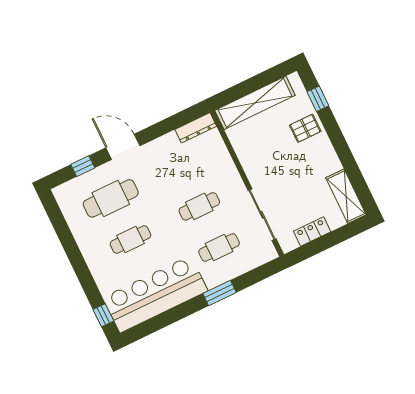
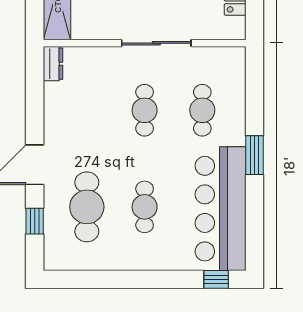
dresser: (196, 128) -> (53, 64), width x0.70
sliding door: (262, 215) -> (156, 43), moved
window: (220, 293) -> (255, 155), moved

